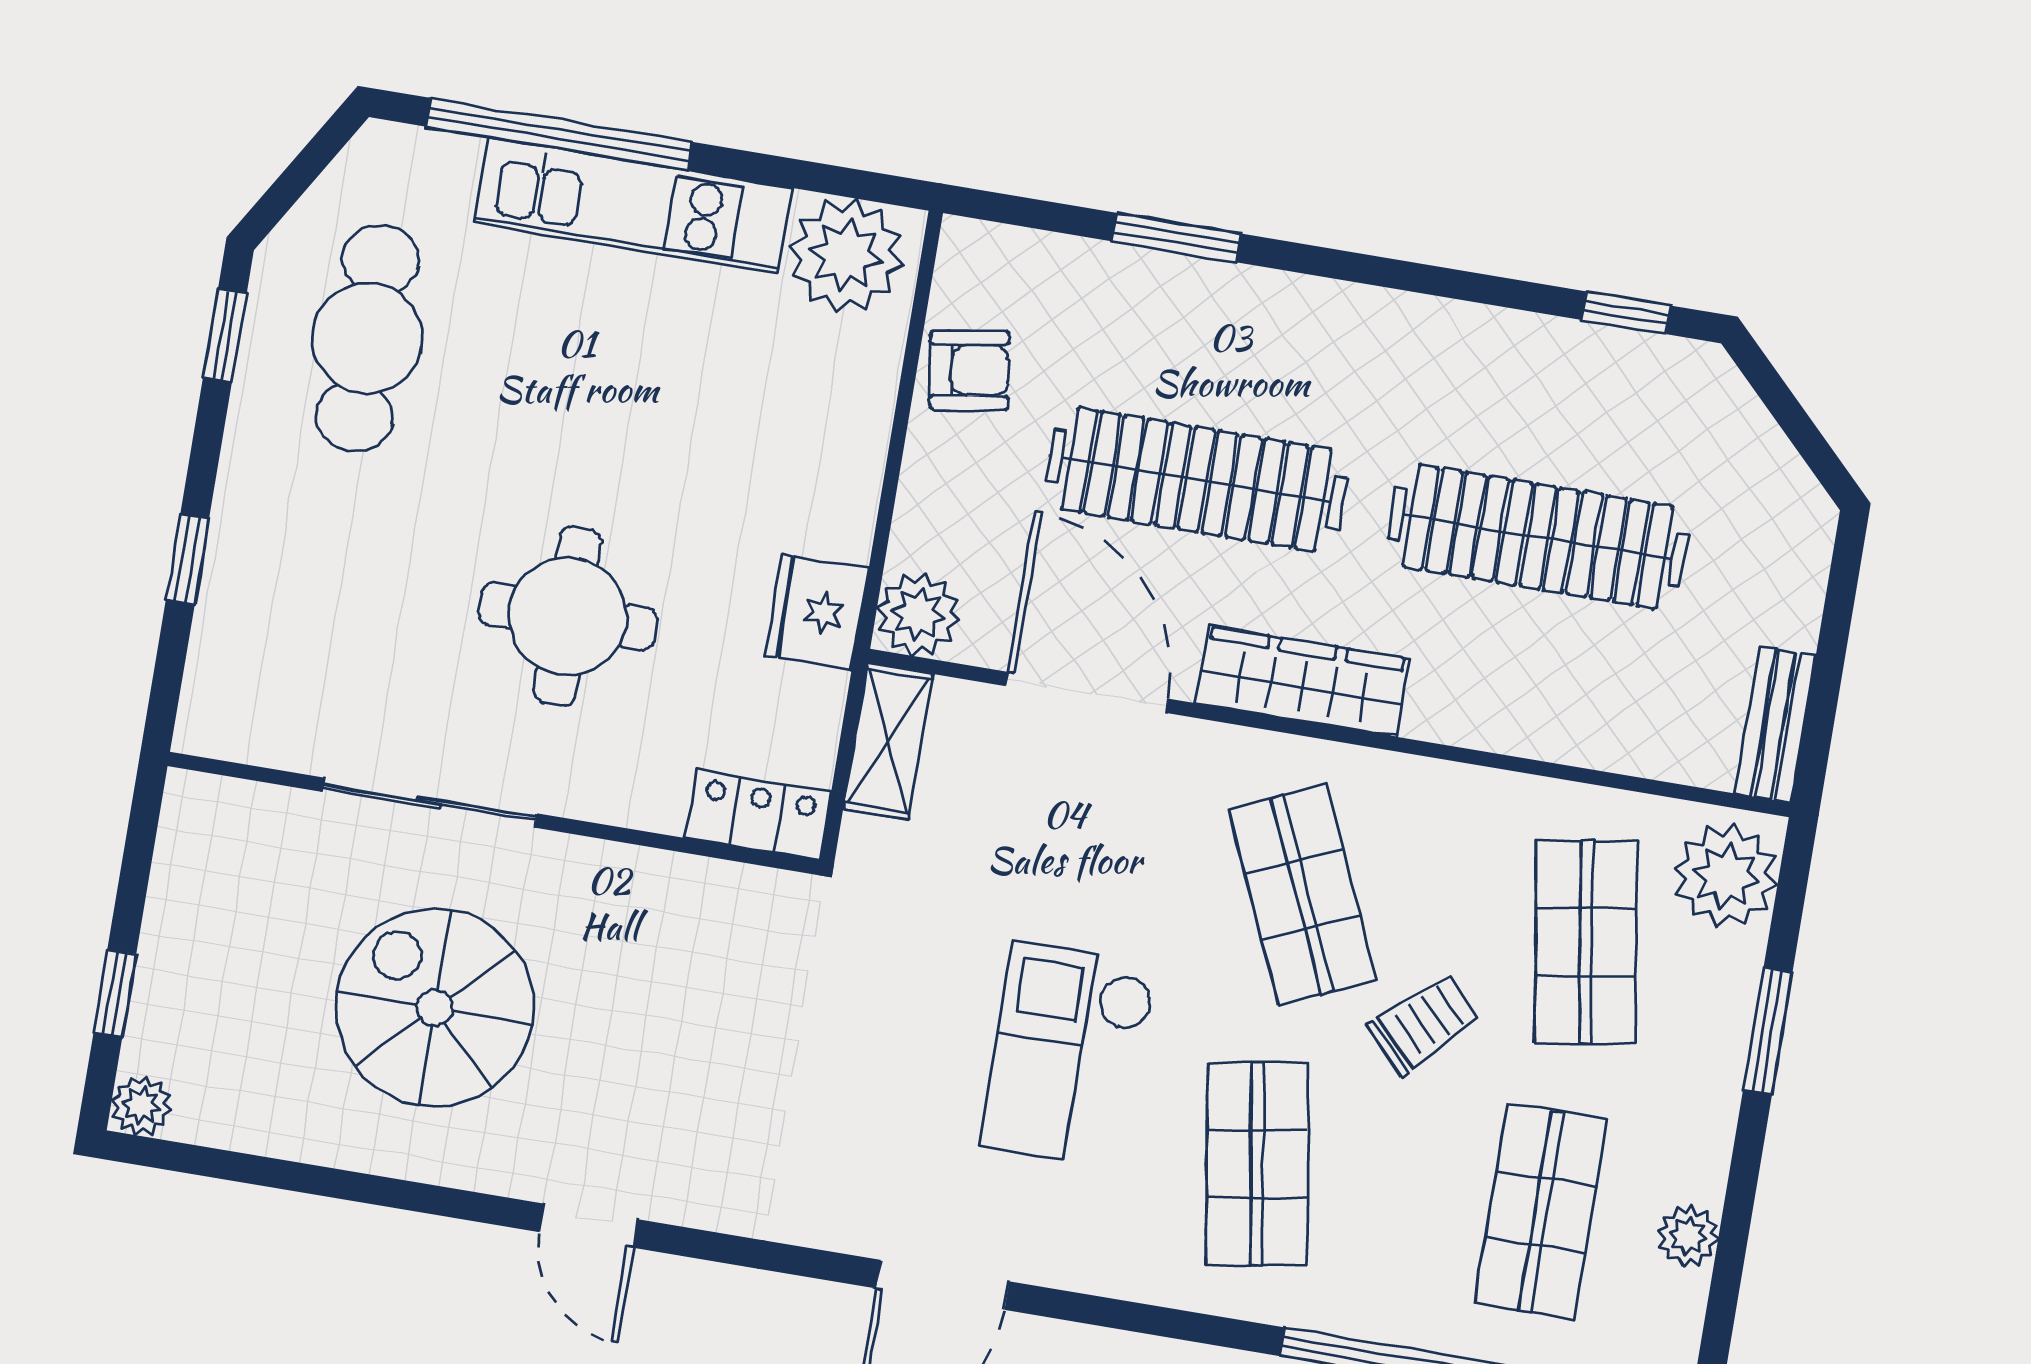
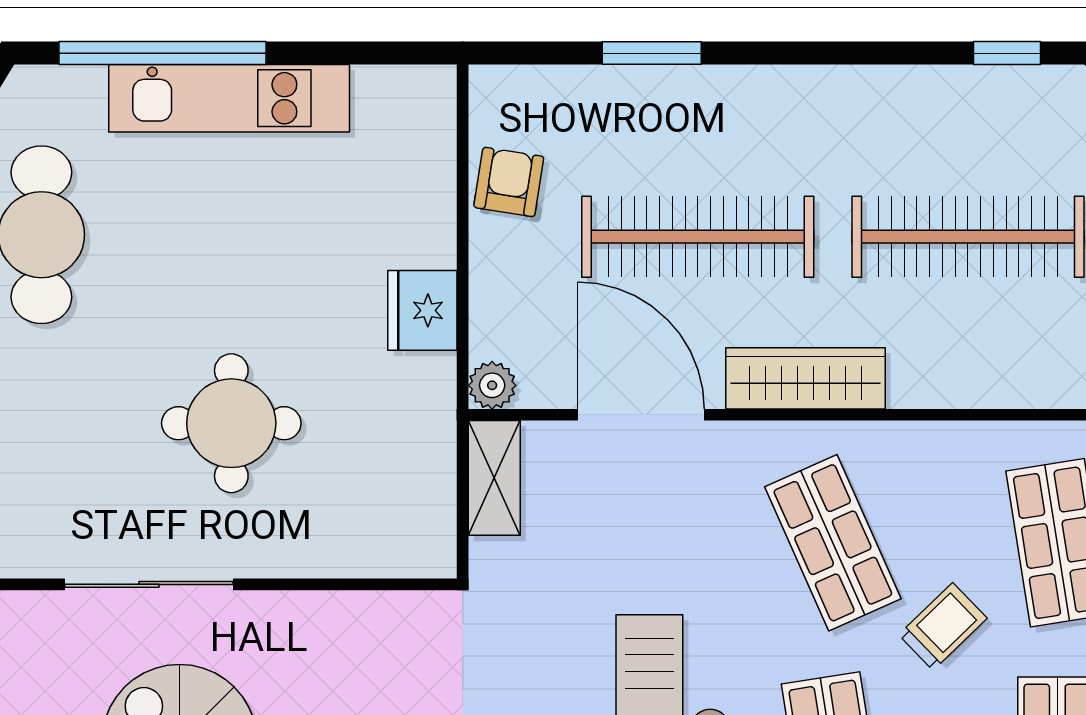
plant: (846, 255) -> (399, 109), removed
armchair: (969, 370) -> (509, 182), turned -72
fridge: (817, 612) -> (422, 310), moved
plant: (918, 614) -> (492, 385), width x0.73, depth x0.73
locker: (758, 815) -> (404, 552), removed

